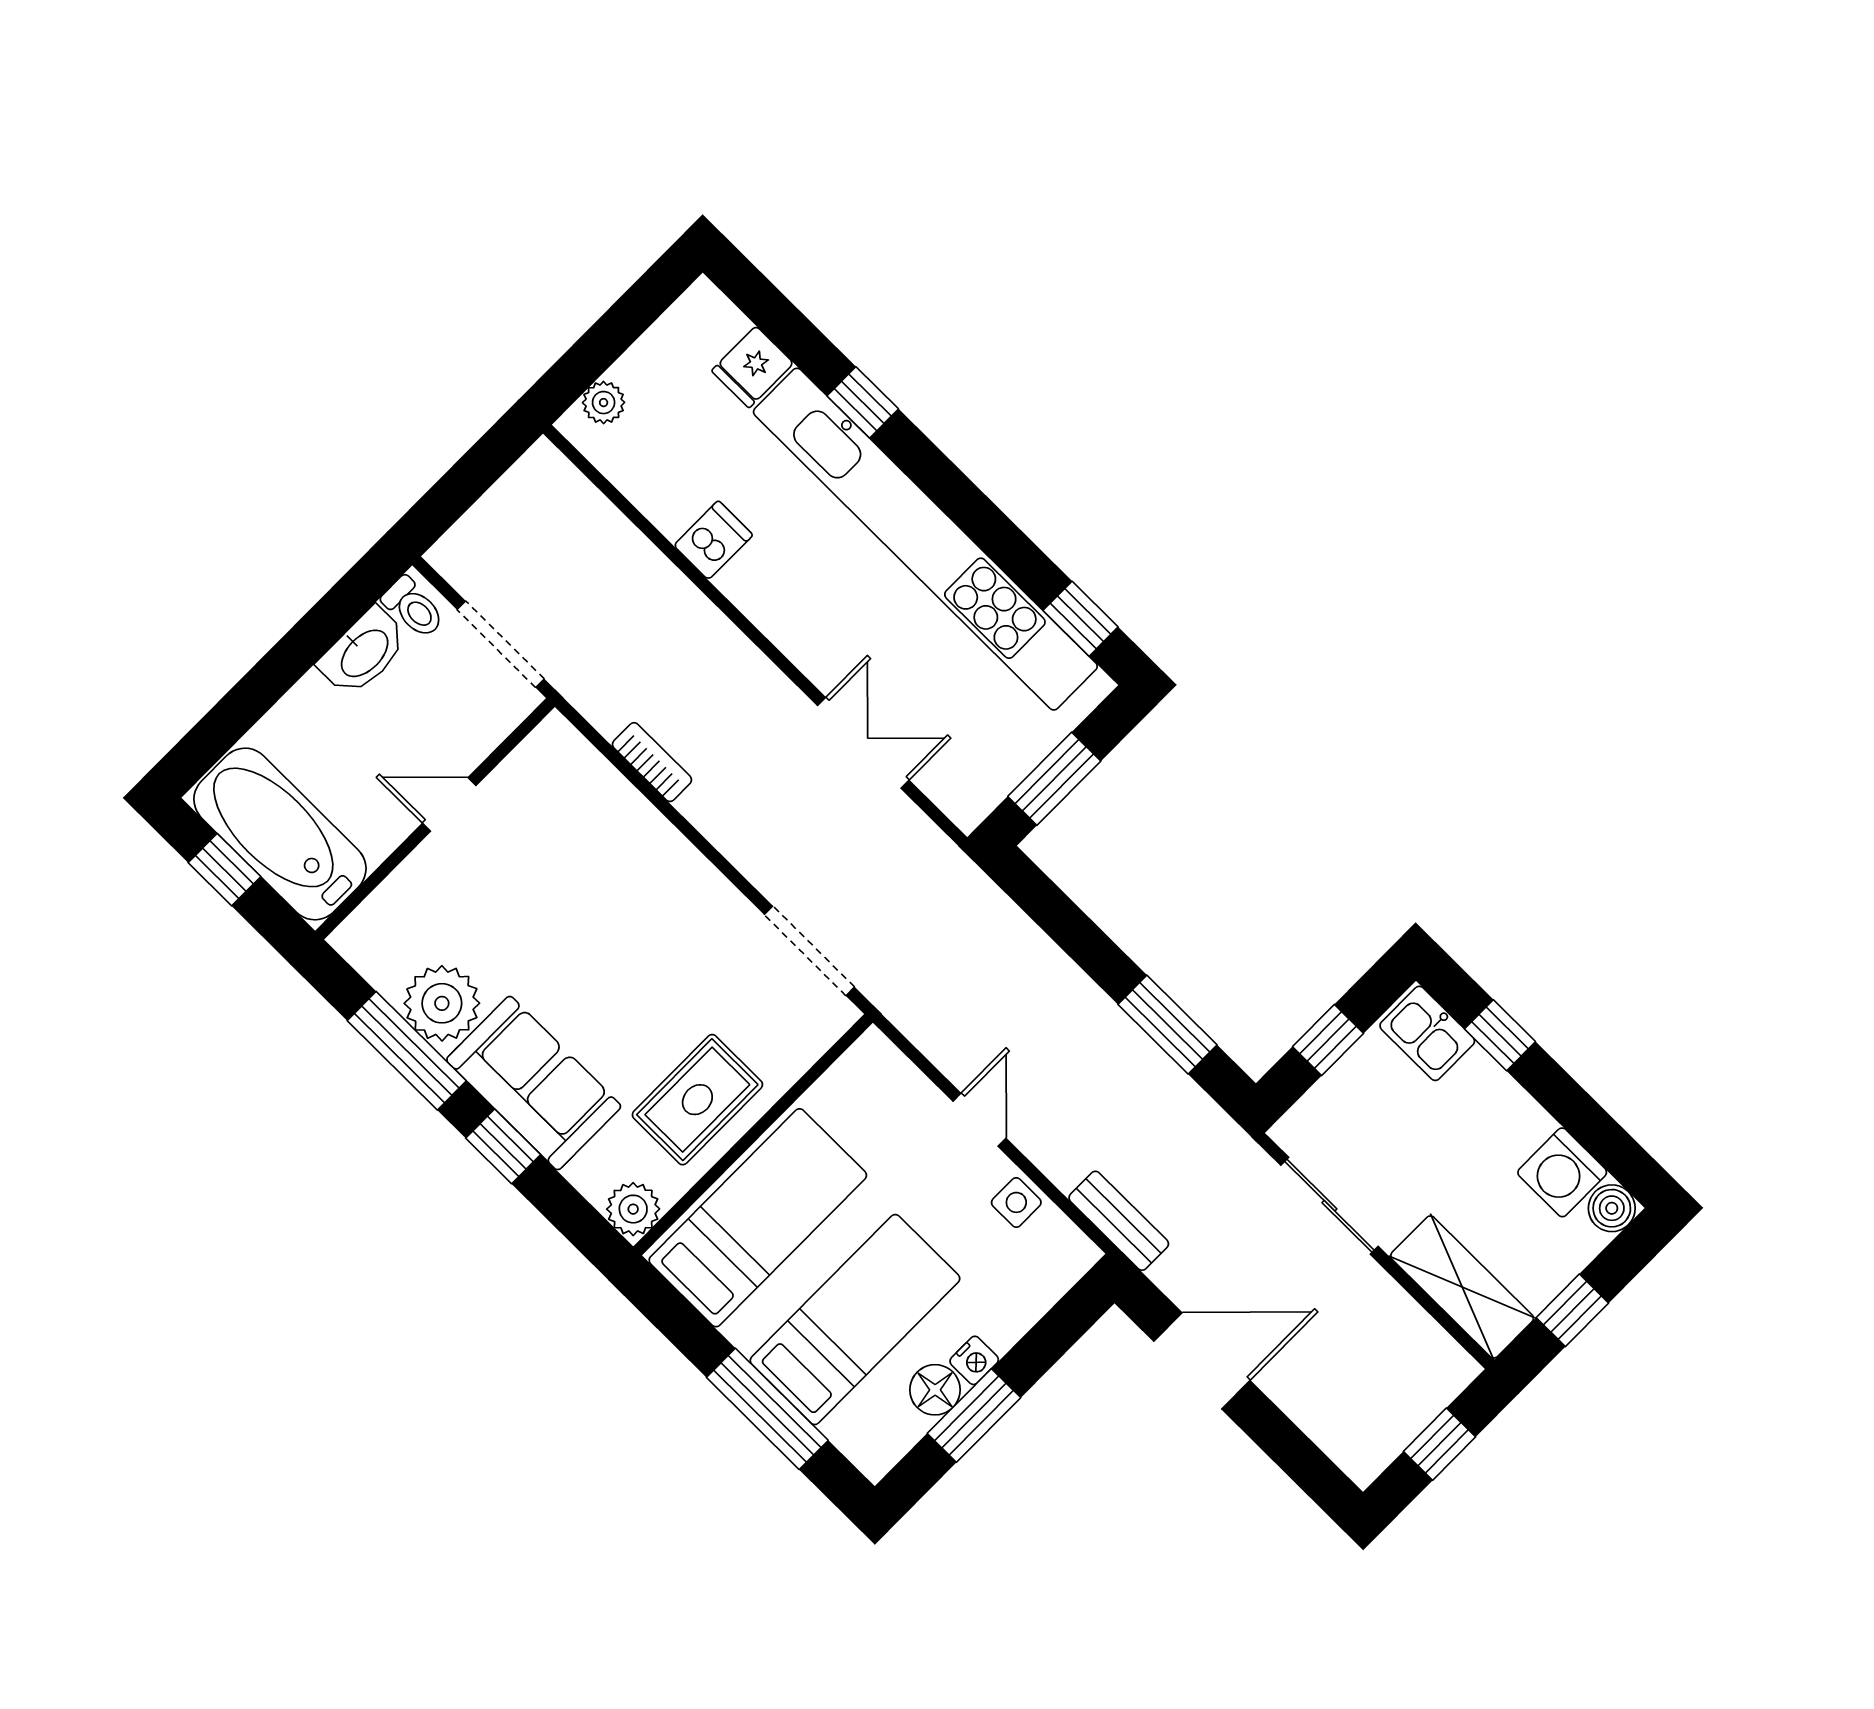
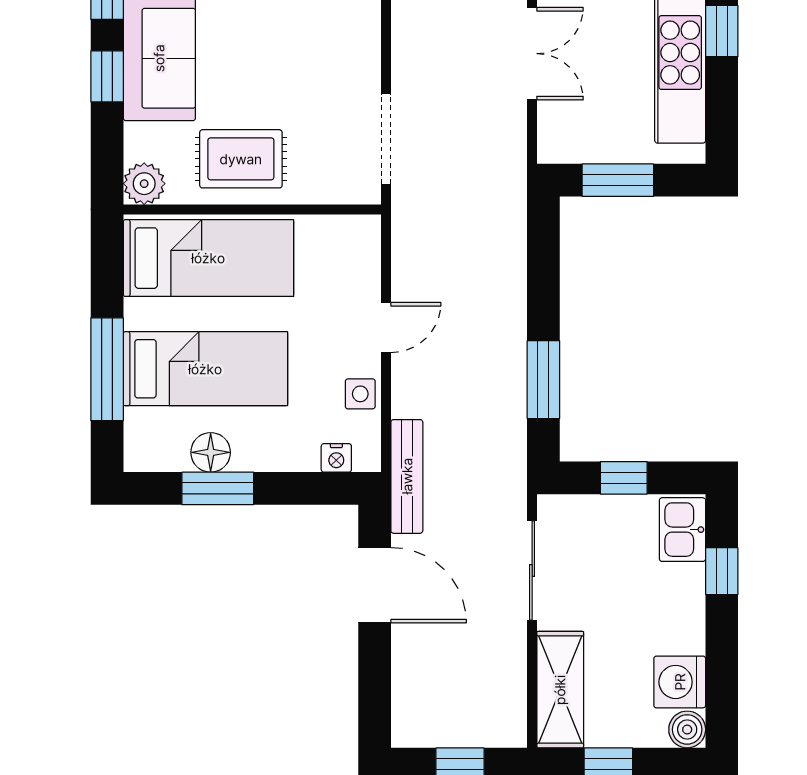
window: (1081, 619) -> (722, 31), moved
bench: (1119, 1221) -> (407, 476), width x1.36
nightstand: (974, 1360) -> (336, 458), moved

